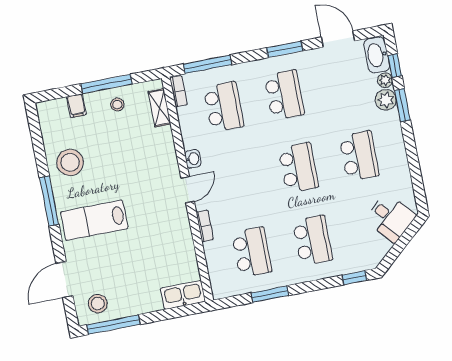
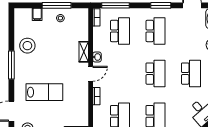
shelving: (159, 108) -> (84, 52), moved
lab bench: (94, 220) -> (44, 92), moved, turned 180

